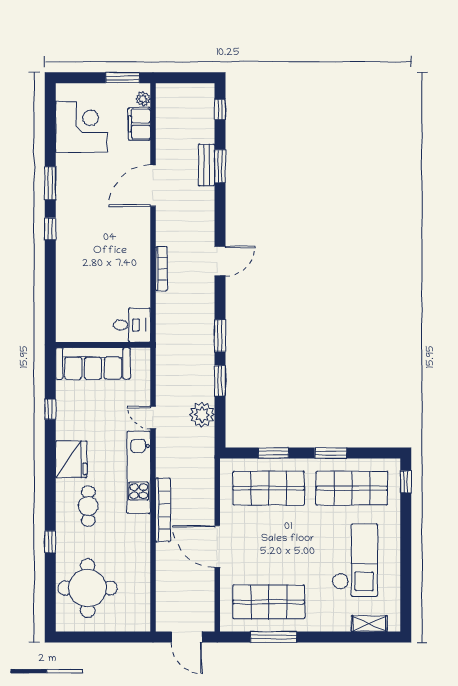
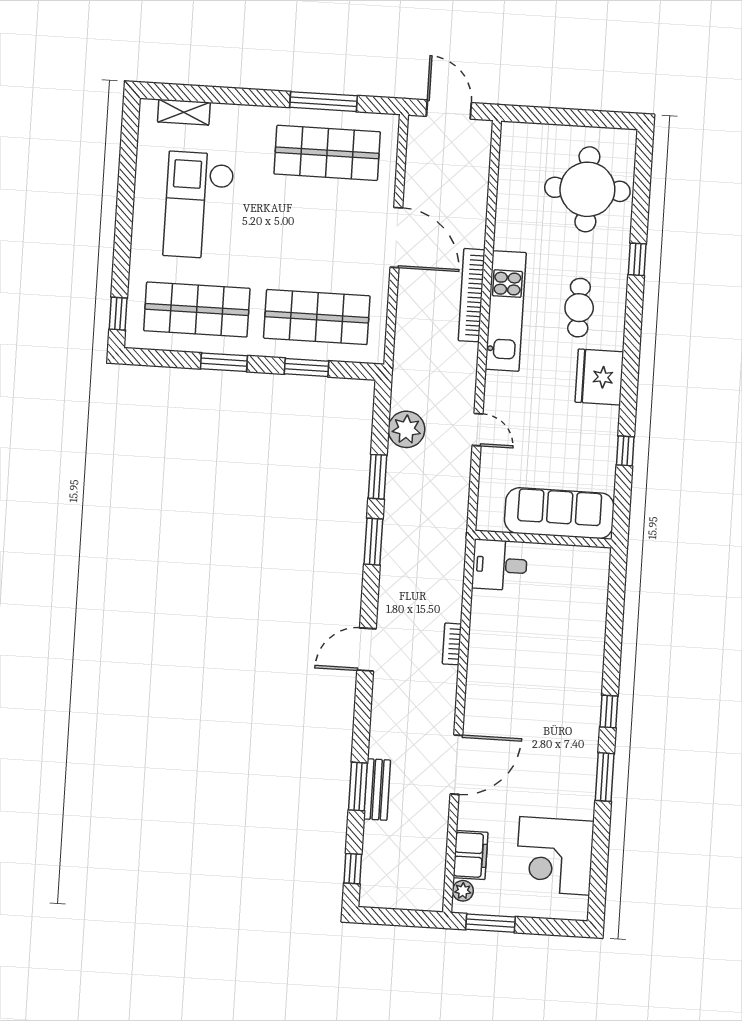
bookcase: (161, 269) -> (452, 644), width x0.64
kitchen unit: (139, 472) -> (506, 311), moved

